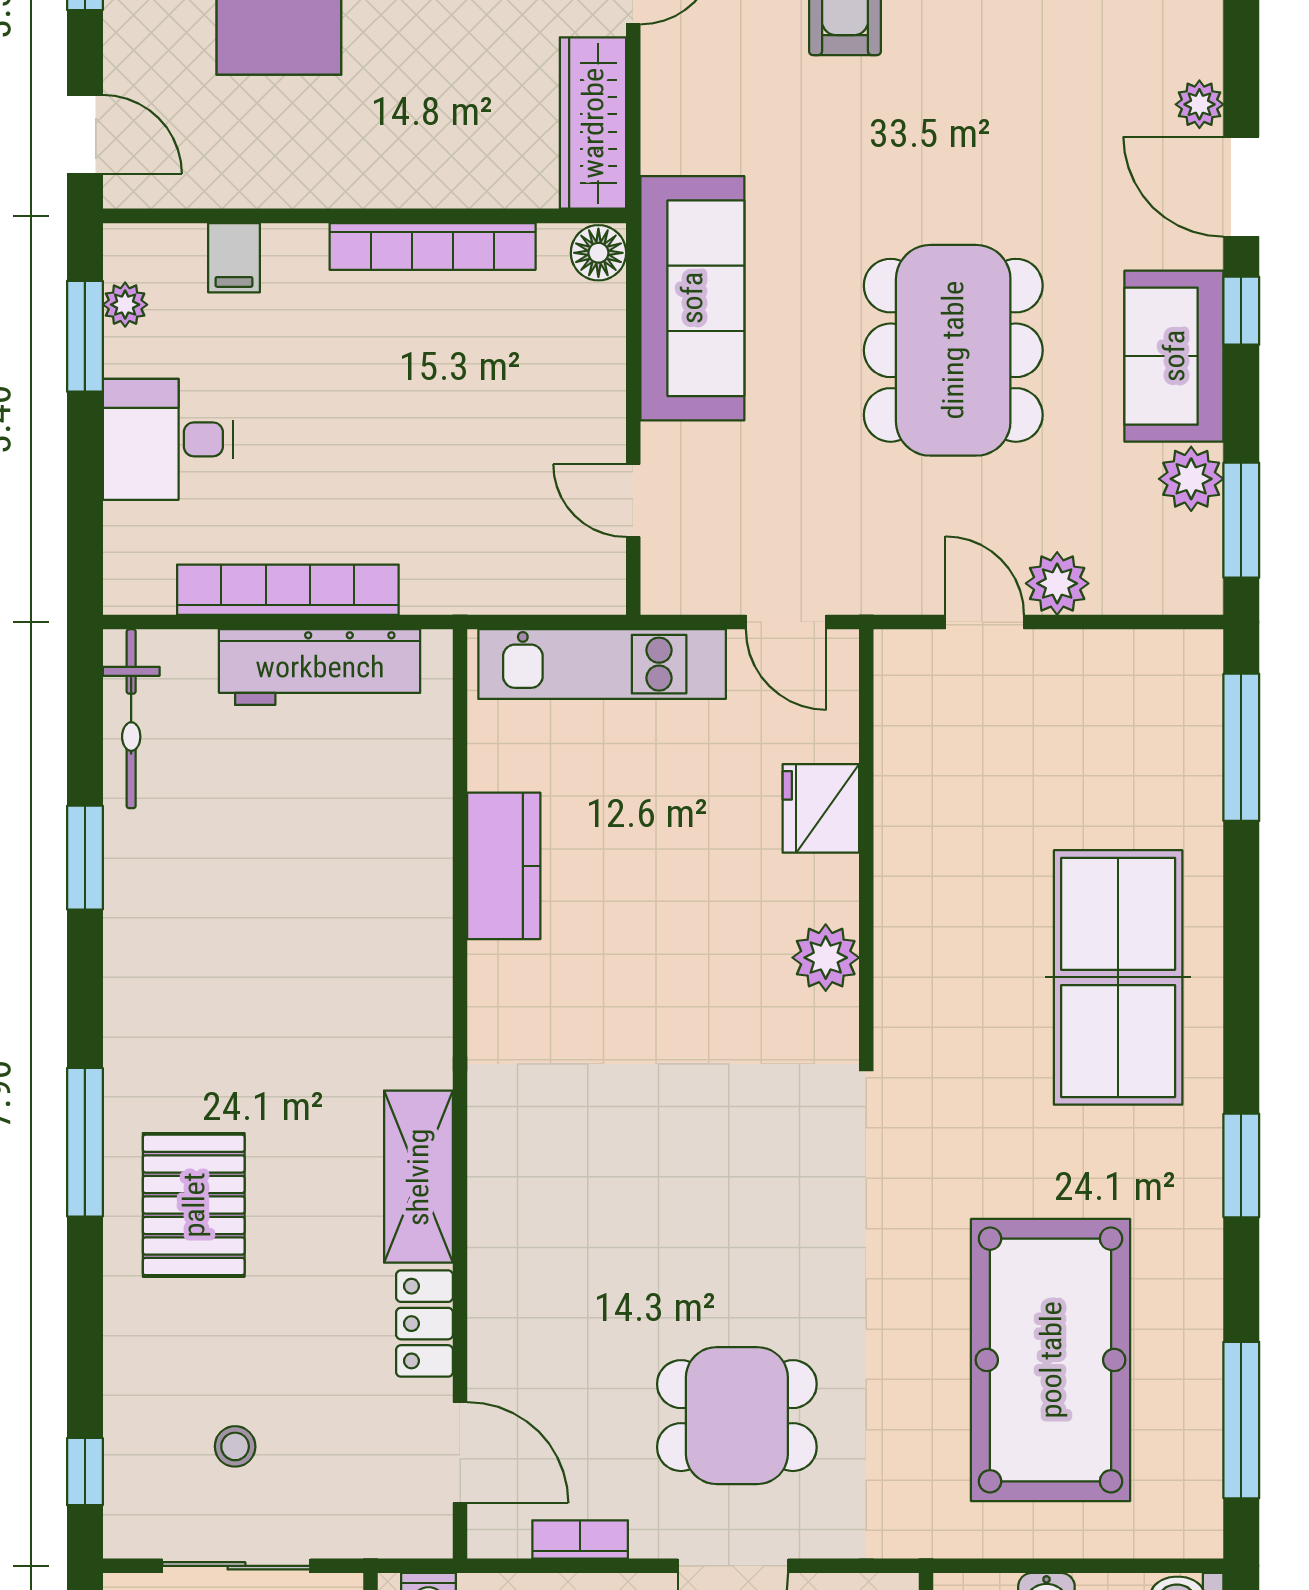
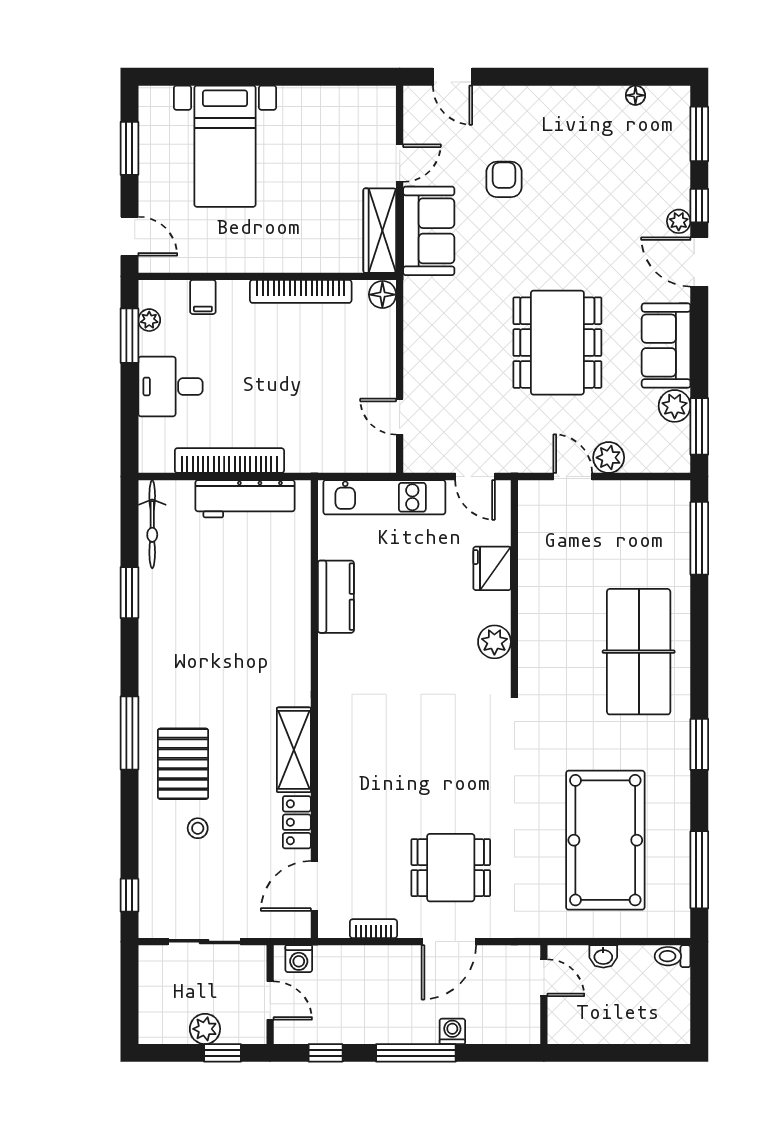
sofa: (692, 298) -> (429, 231), moved, width x0.73
window: (1241, 311) -> (699, 206), moved
stool: (235, 1446) -> (198, 828), moved
door: (460, 1453) -> (314, 886), swing flipped

